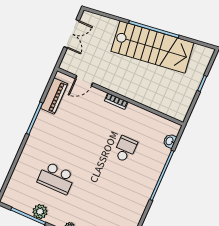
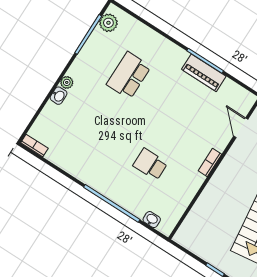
piano: (54, 96) -> (204, 73), moved
school desk: (125, 149) -> (150, 164), turned 180
plant: (40, 212) -> (108, 23), moved

